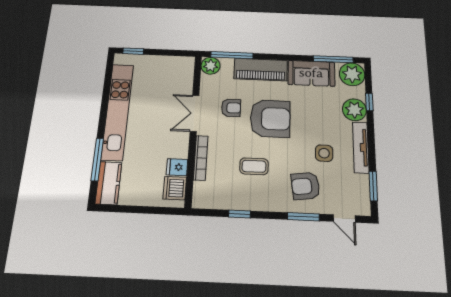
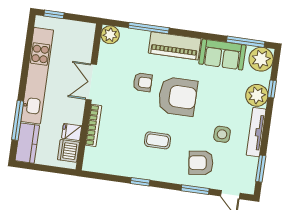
plant: (211, 66) -> (110, 35), moved
double door: (194, 113) -> (91, 82), moved
wall: (193, 129) -> (89, 97), moved
bookcase: (201, 158) -> (93, 125), moved
fridge: (177, 167) -> (72, 132), moved
dishwasher: (175, 188) -> (68, 151), moved

